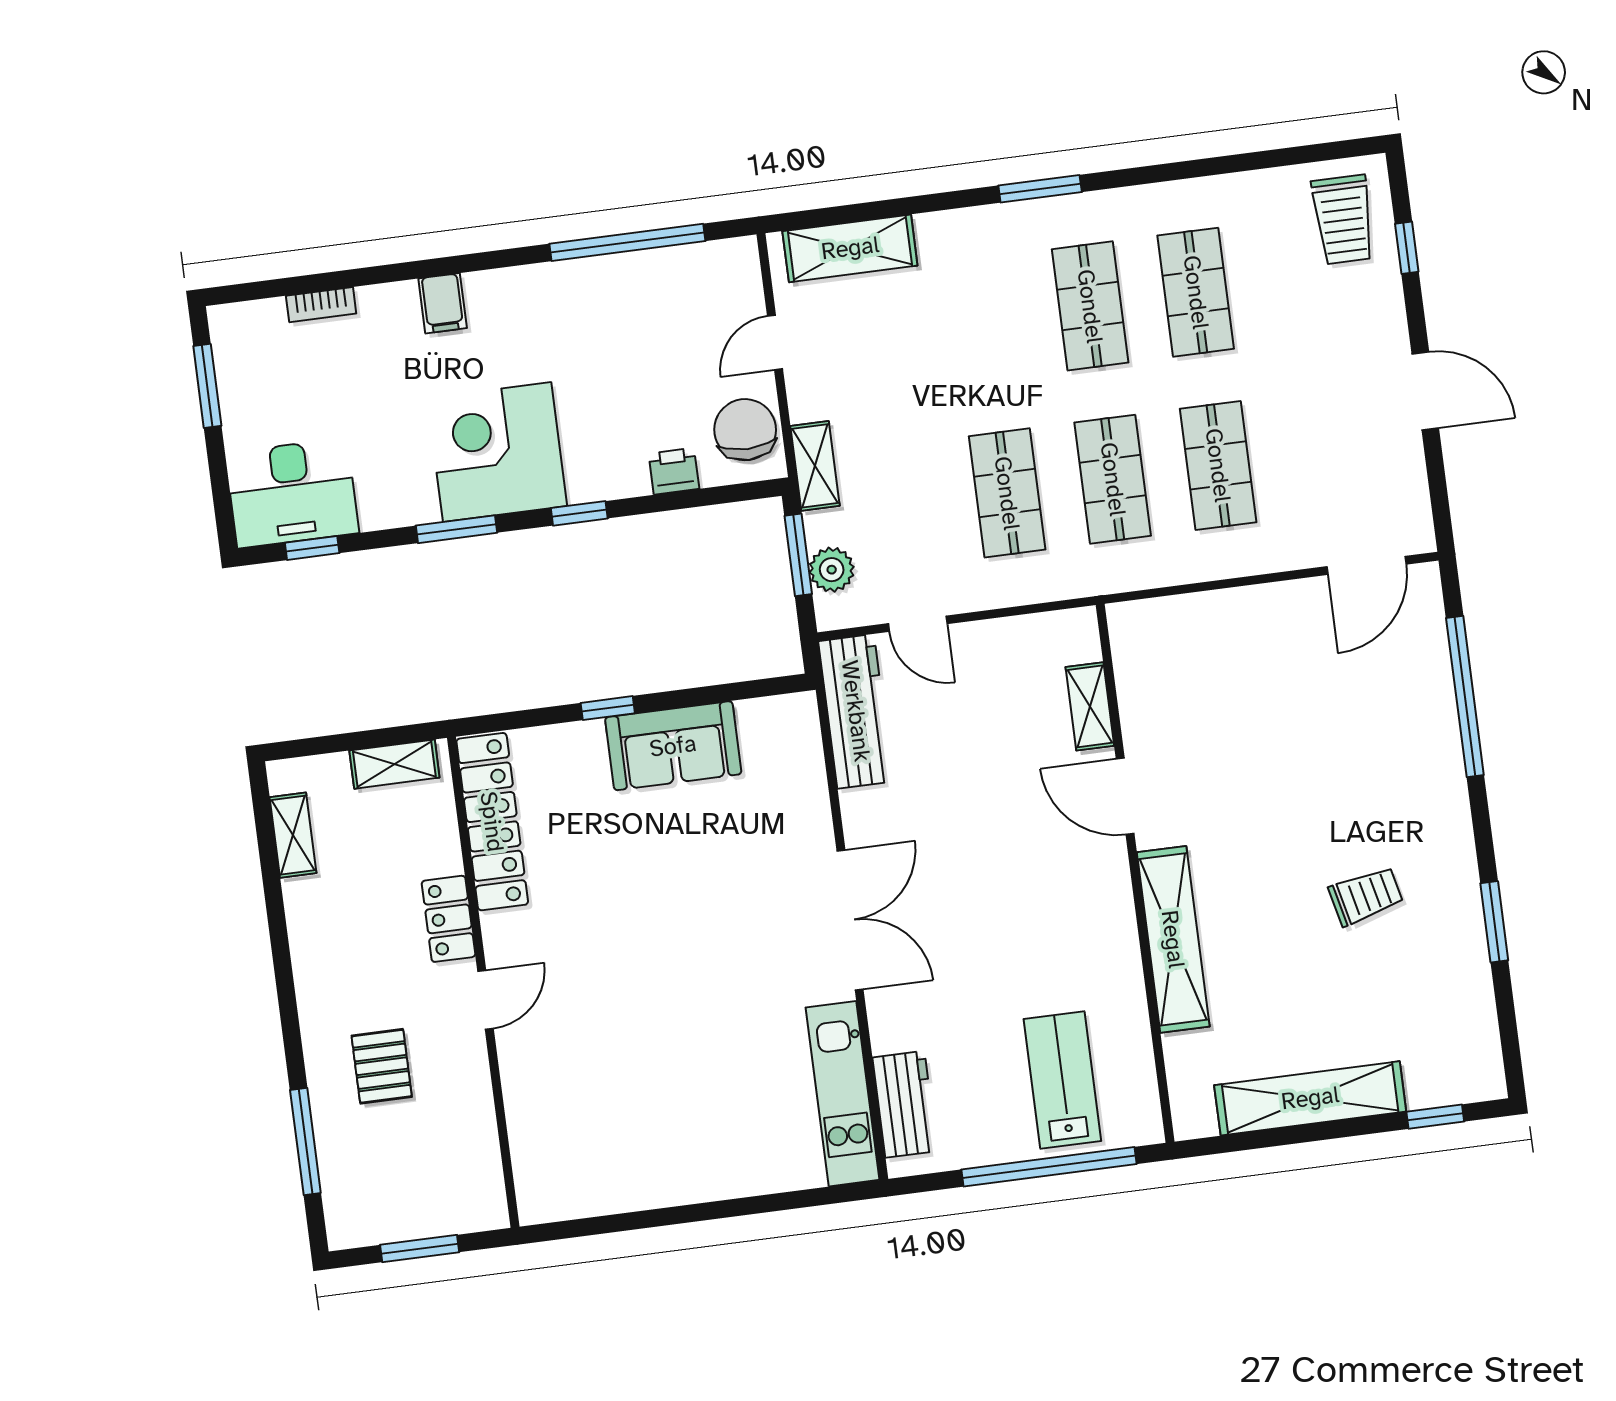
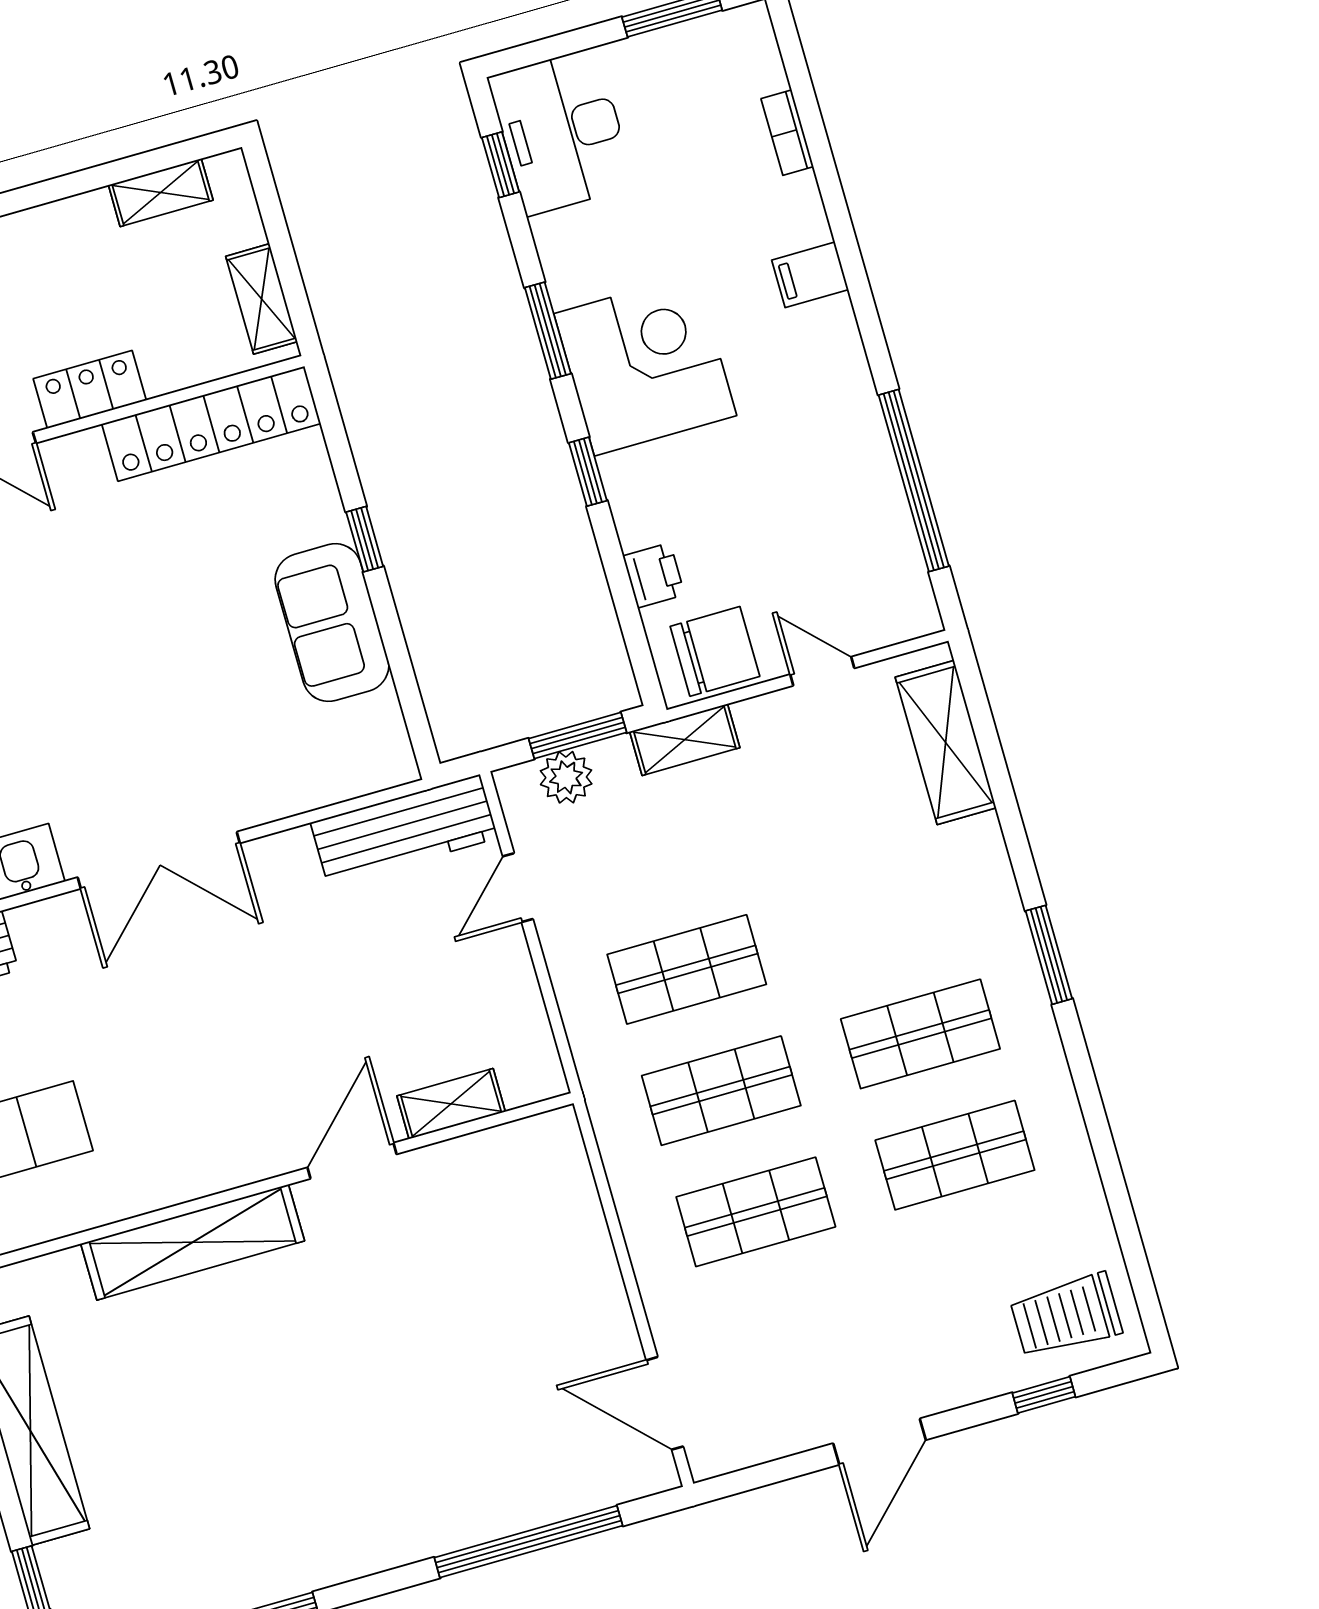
trolley: (1366, 896) -> (277, 1460), removed

